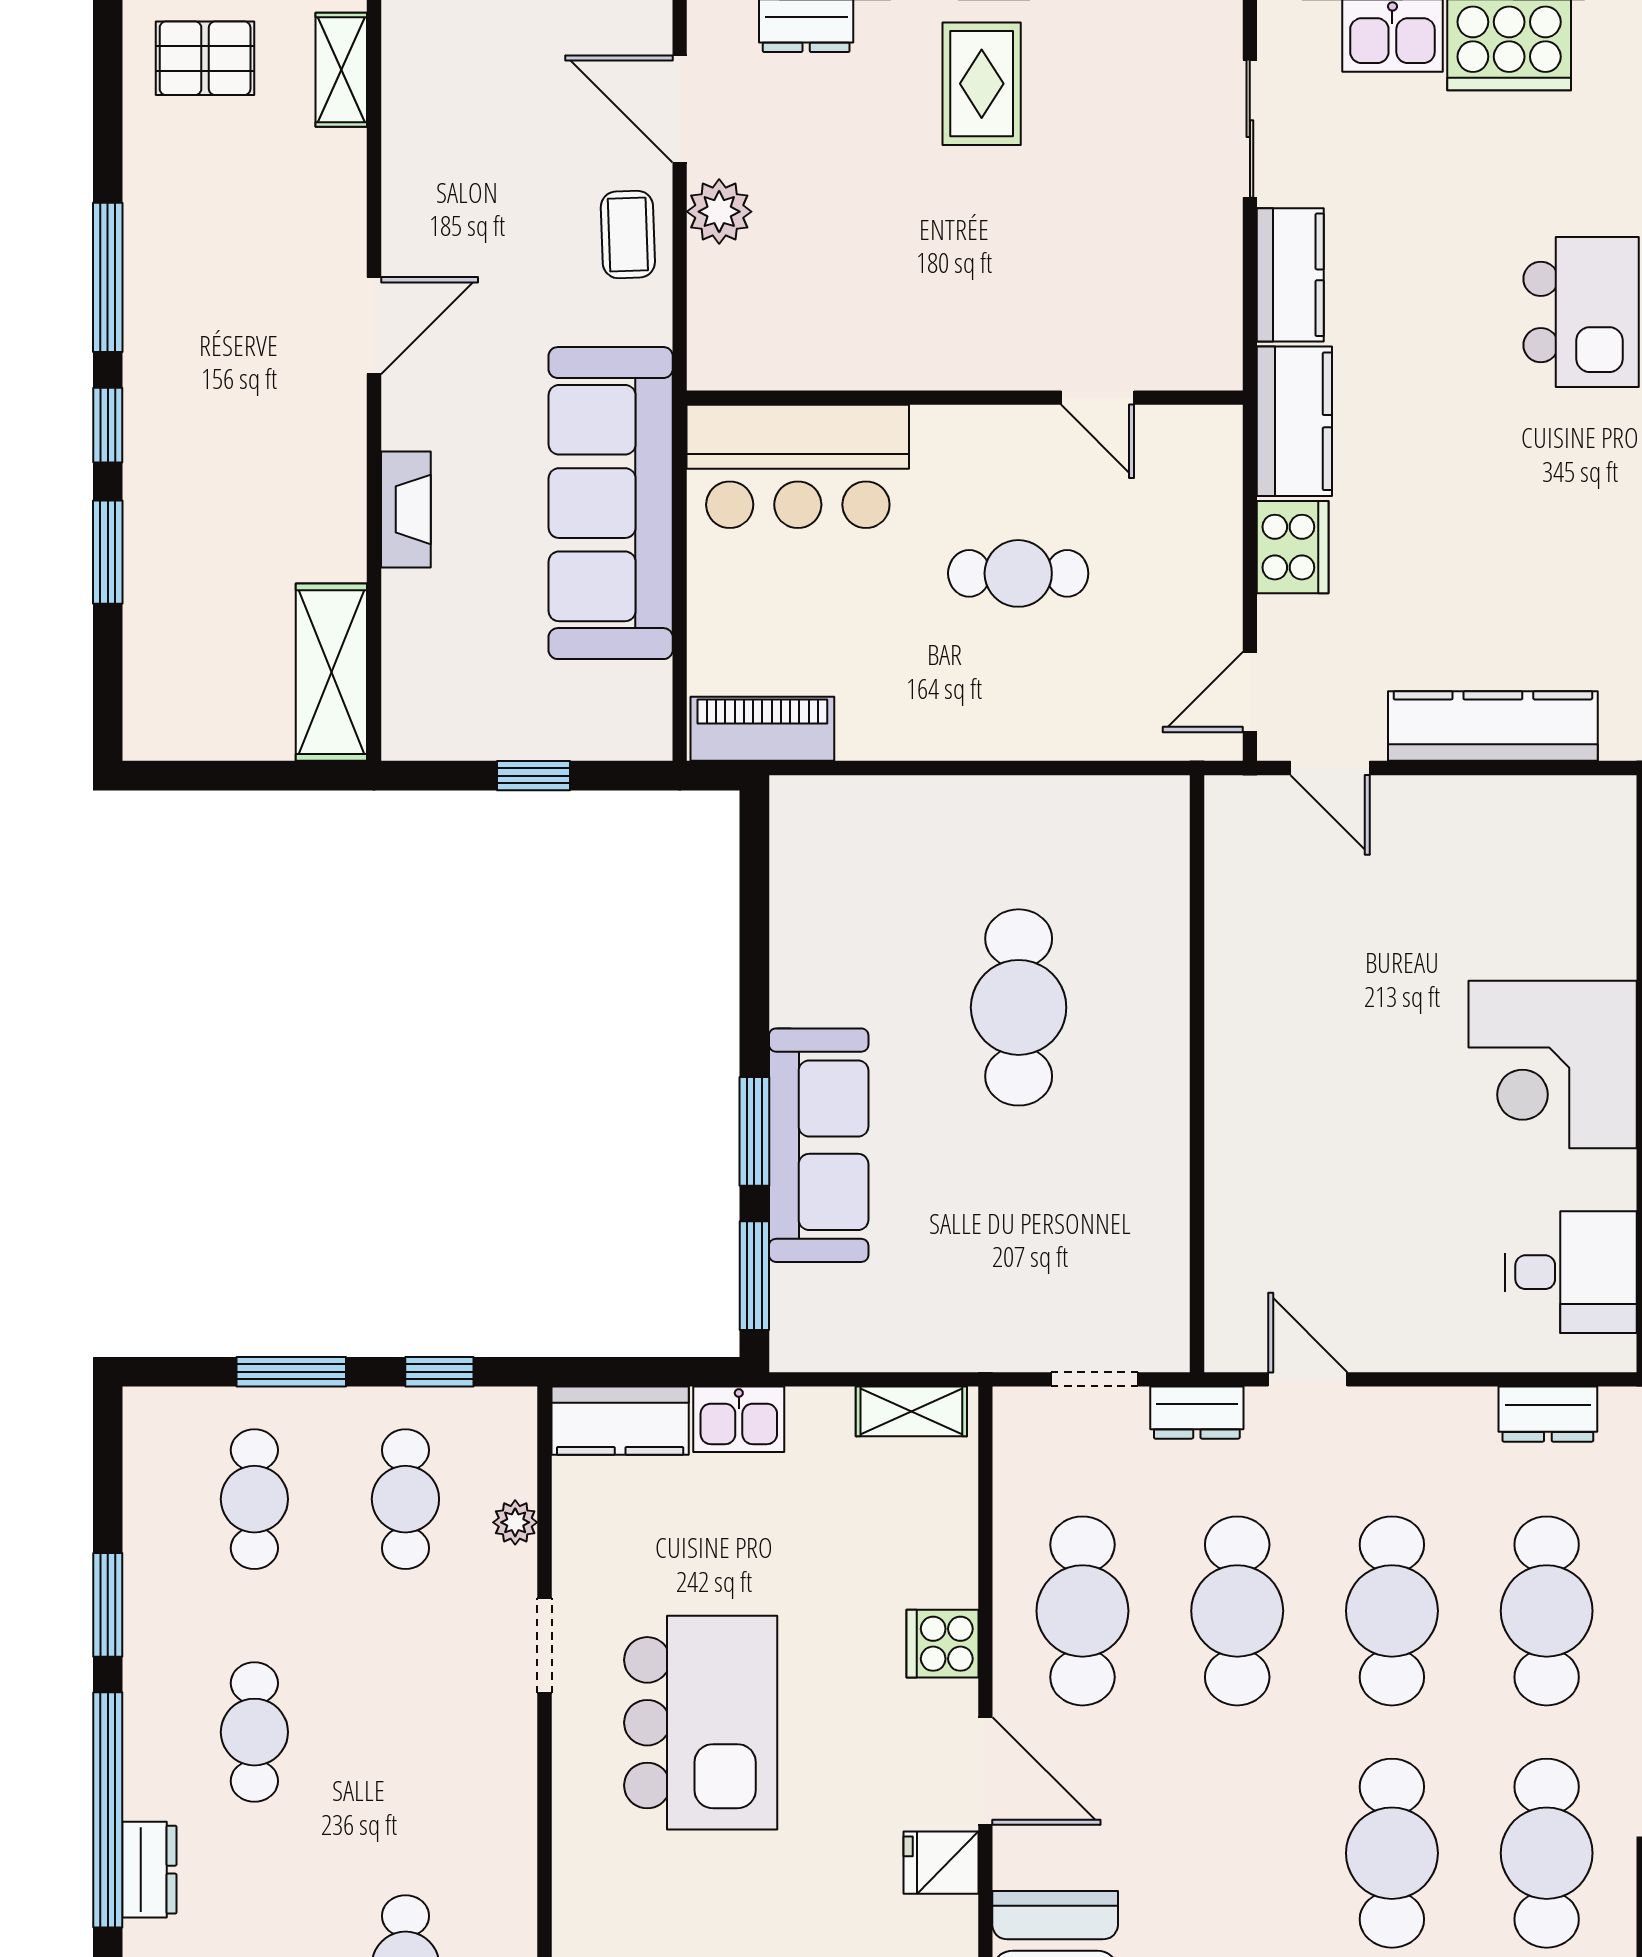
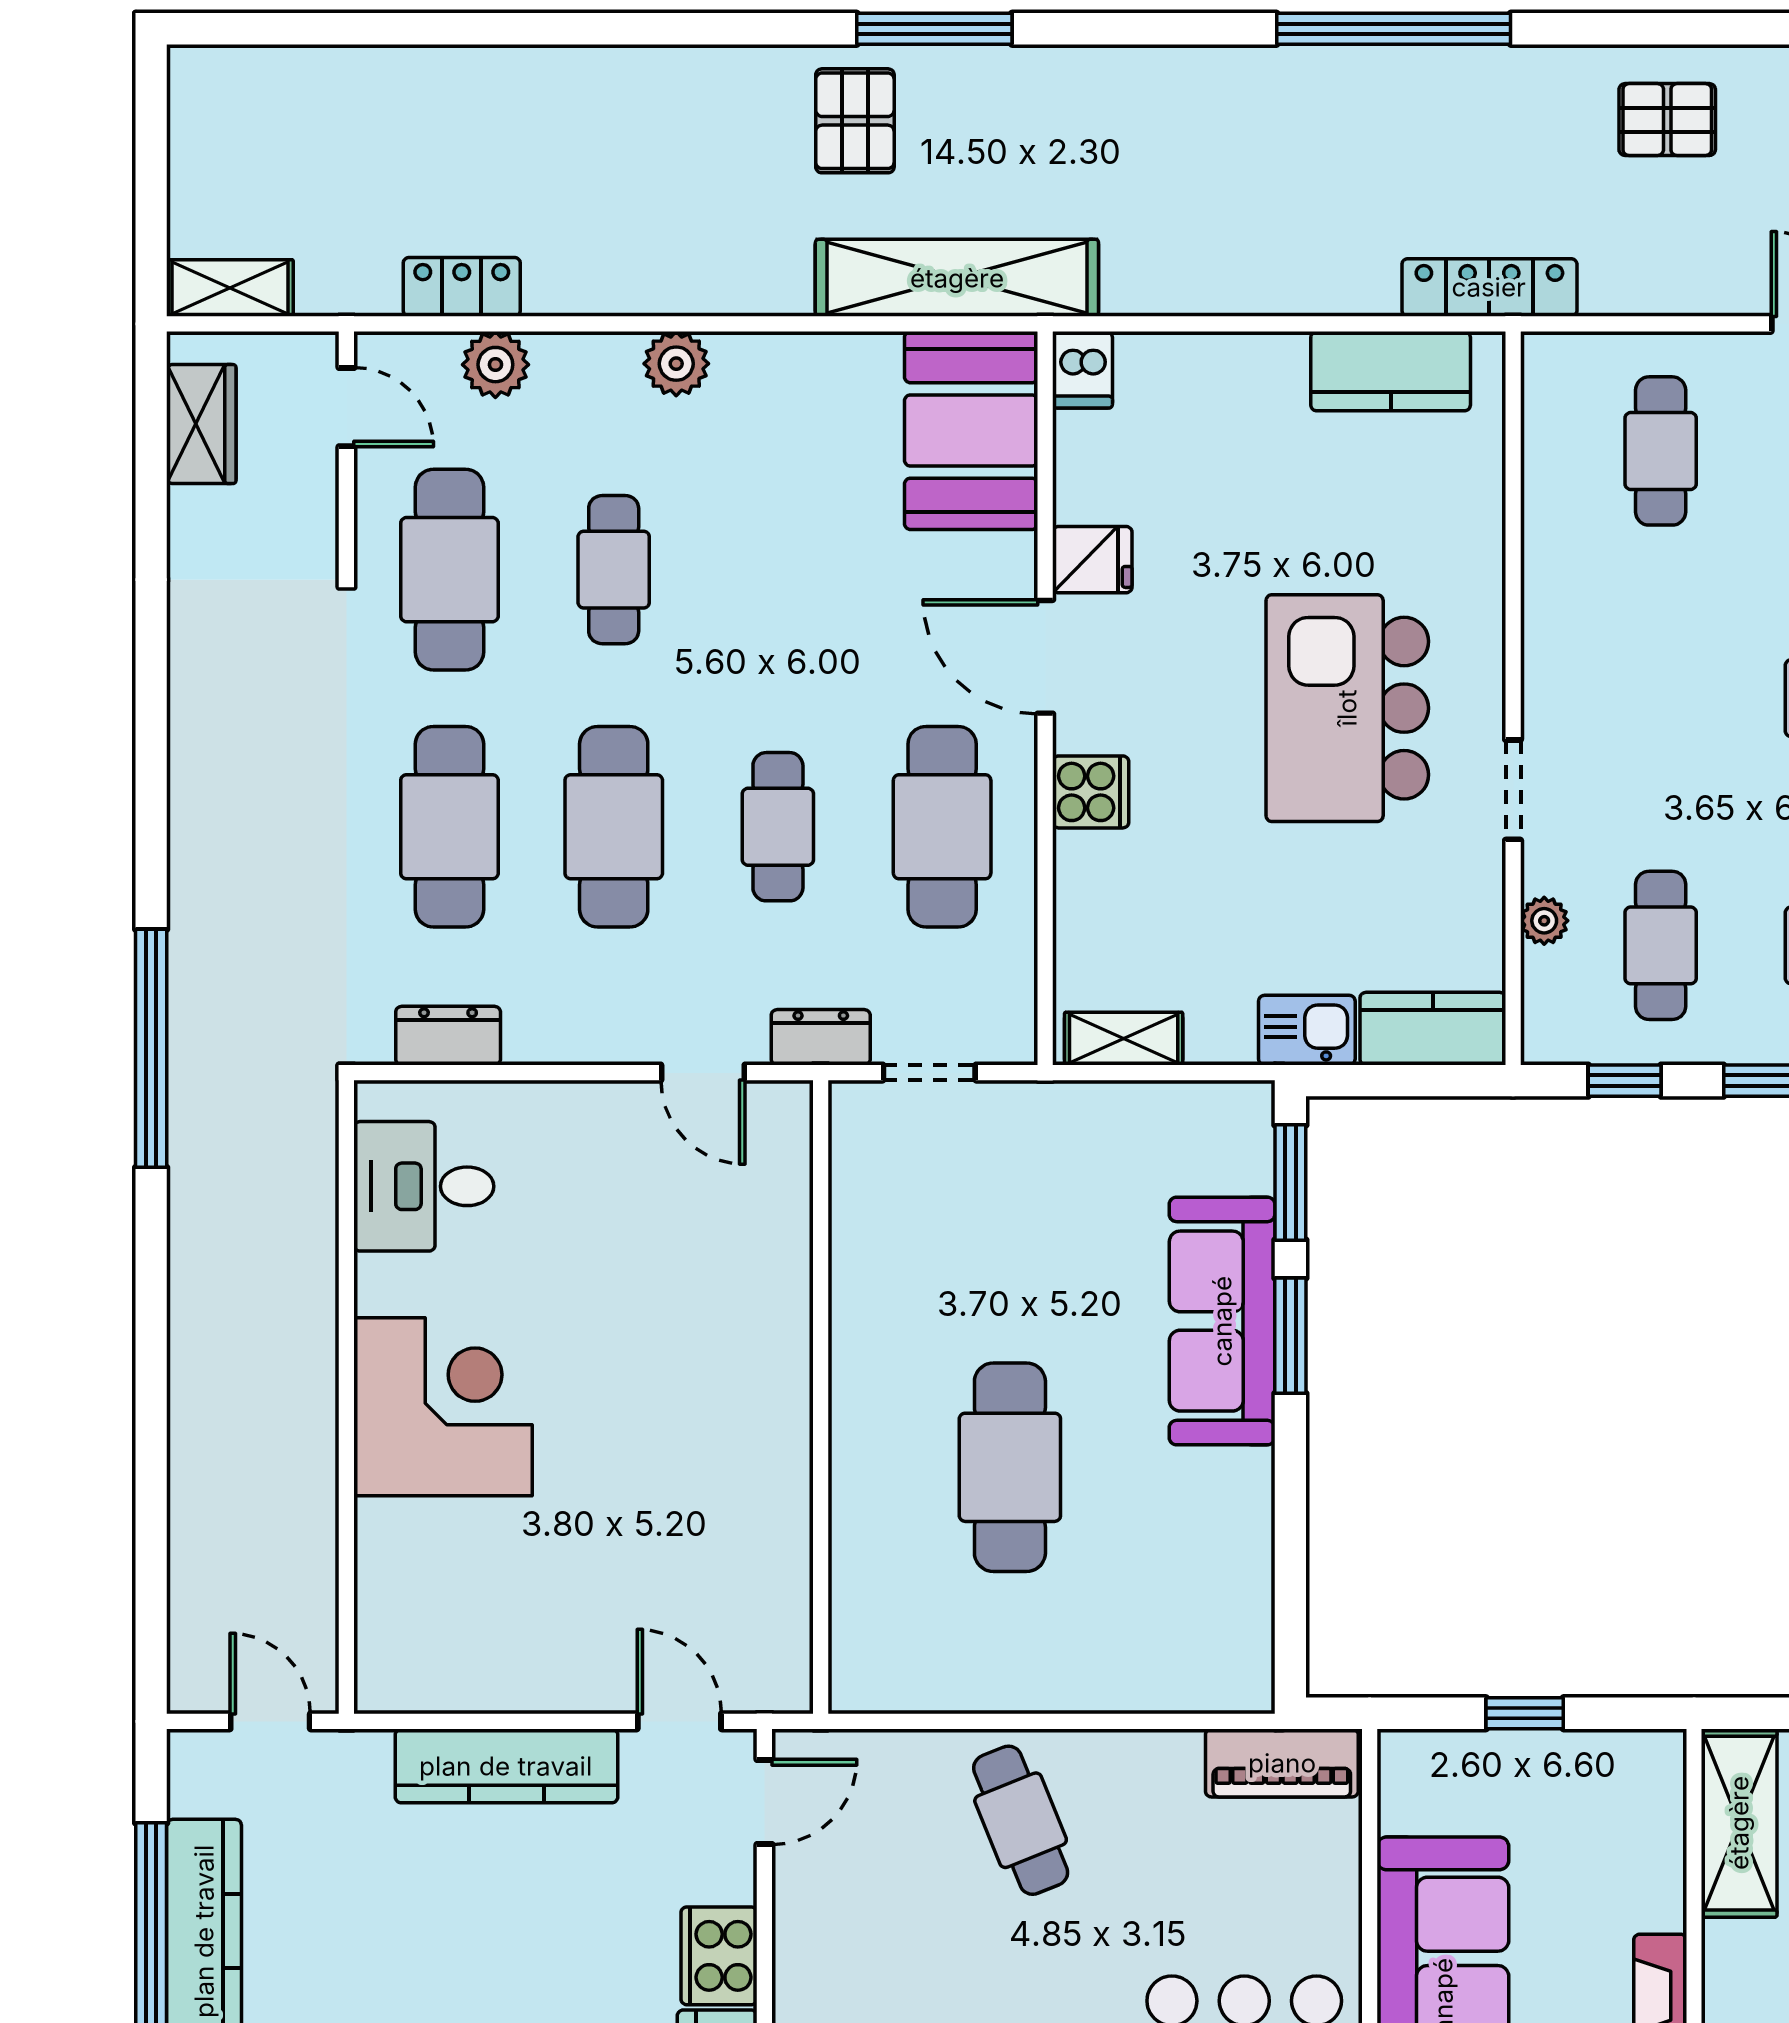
cafe table: (1018, 573) -> (1021, 1820), moved, turned 68
cafe table: (1237, 1611) -> (778, 827), width x0.73, depth x0.74
cafe table: (1392, 1853) -> (614, 570), width x0.73, depth x0.74

